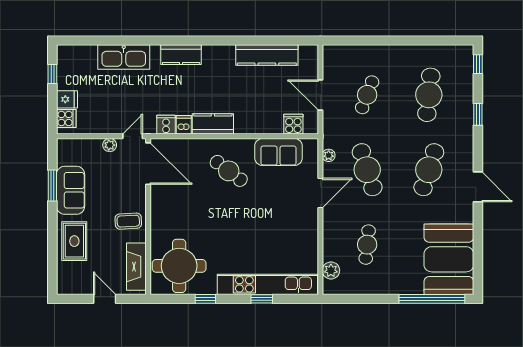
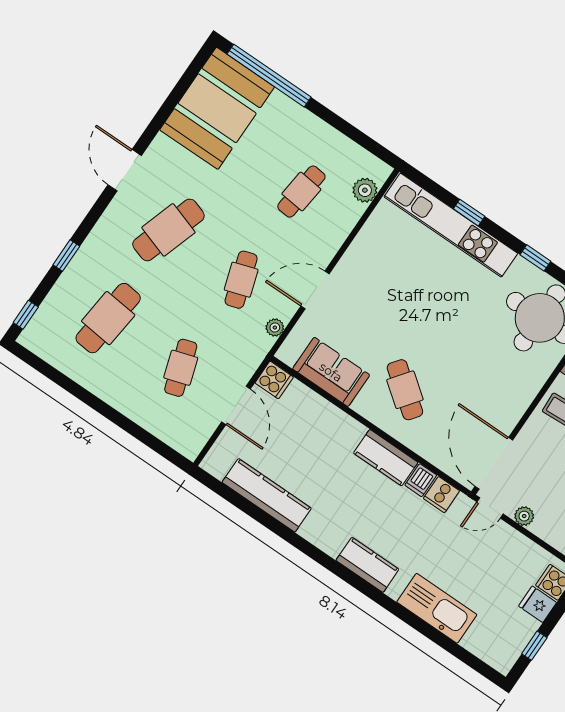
cafe table: (367, 95) -> (181, 368), turned -39
cooker: (293, 124) -> (274, 380), moved, turned -90
cafe table: (367, 170) -> (241, 280), width x0.73, depth x0.74

